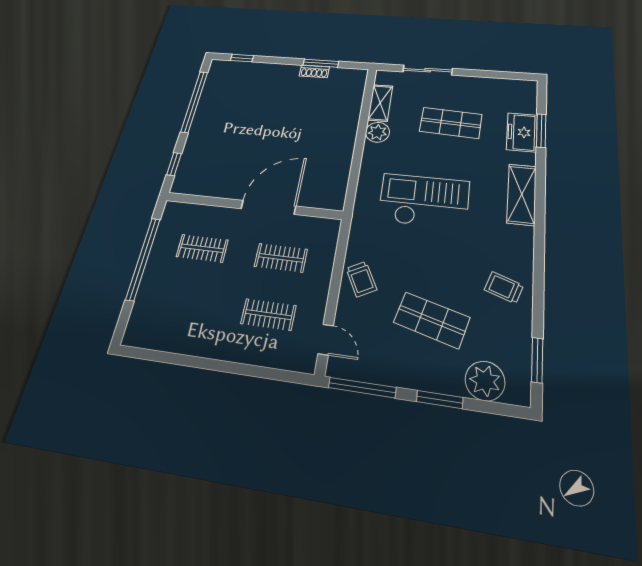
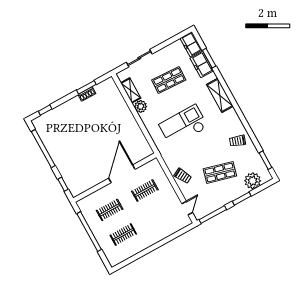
freezer: (524, 96) -> (191, 44), added
clothes rail: (268, 315) -> (123, 235), moved
door: (326, 340) -> (187, 208), hinge flipped

